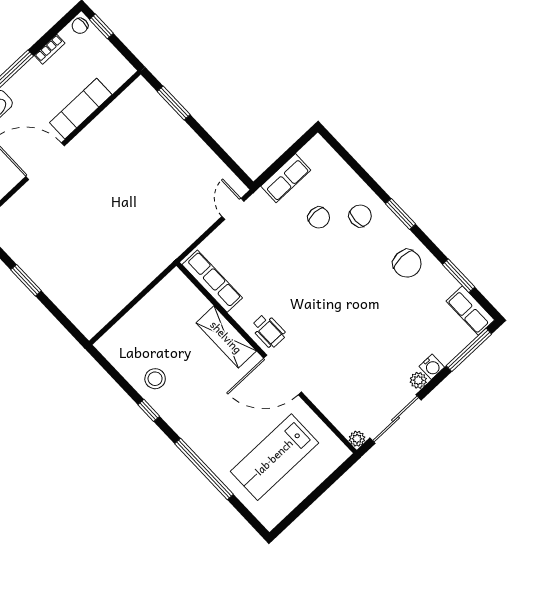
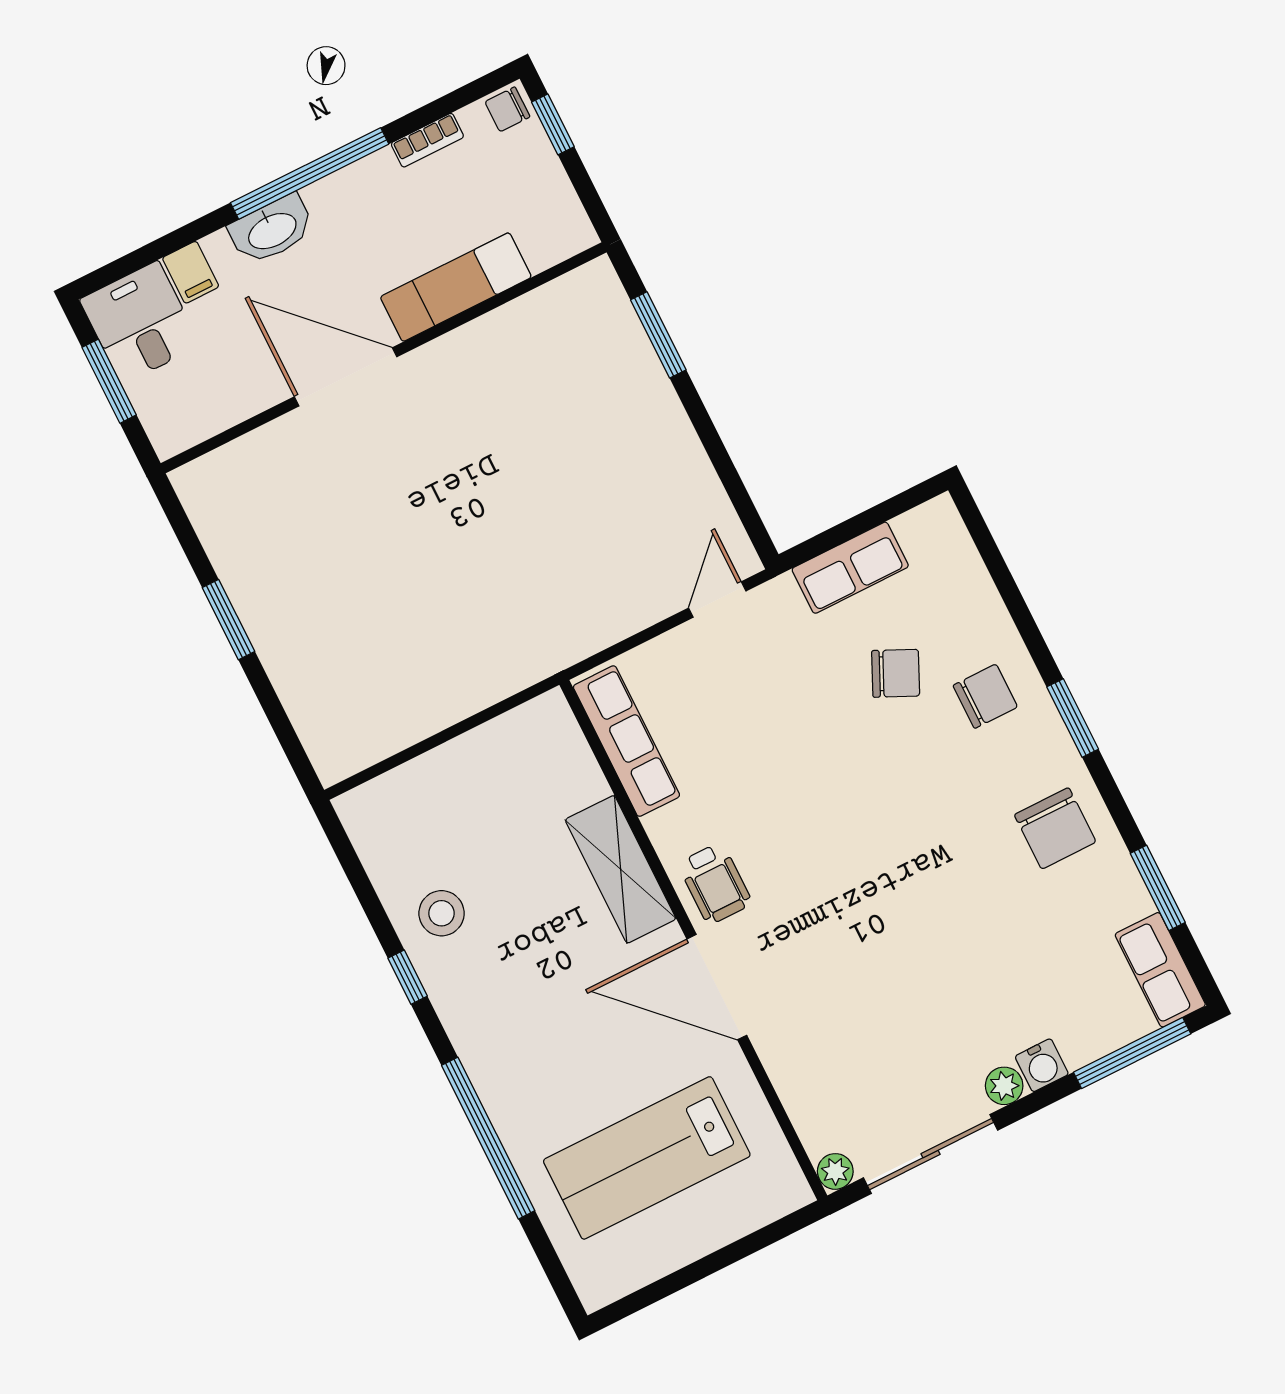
chair: (319, 218) -> (896, 673), turned -65

